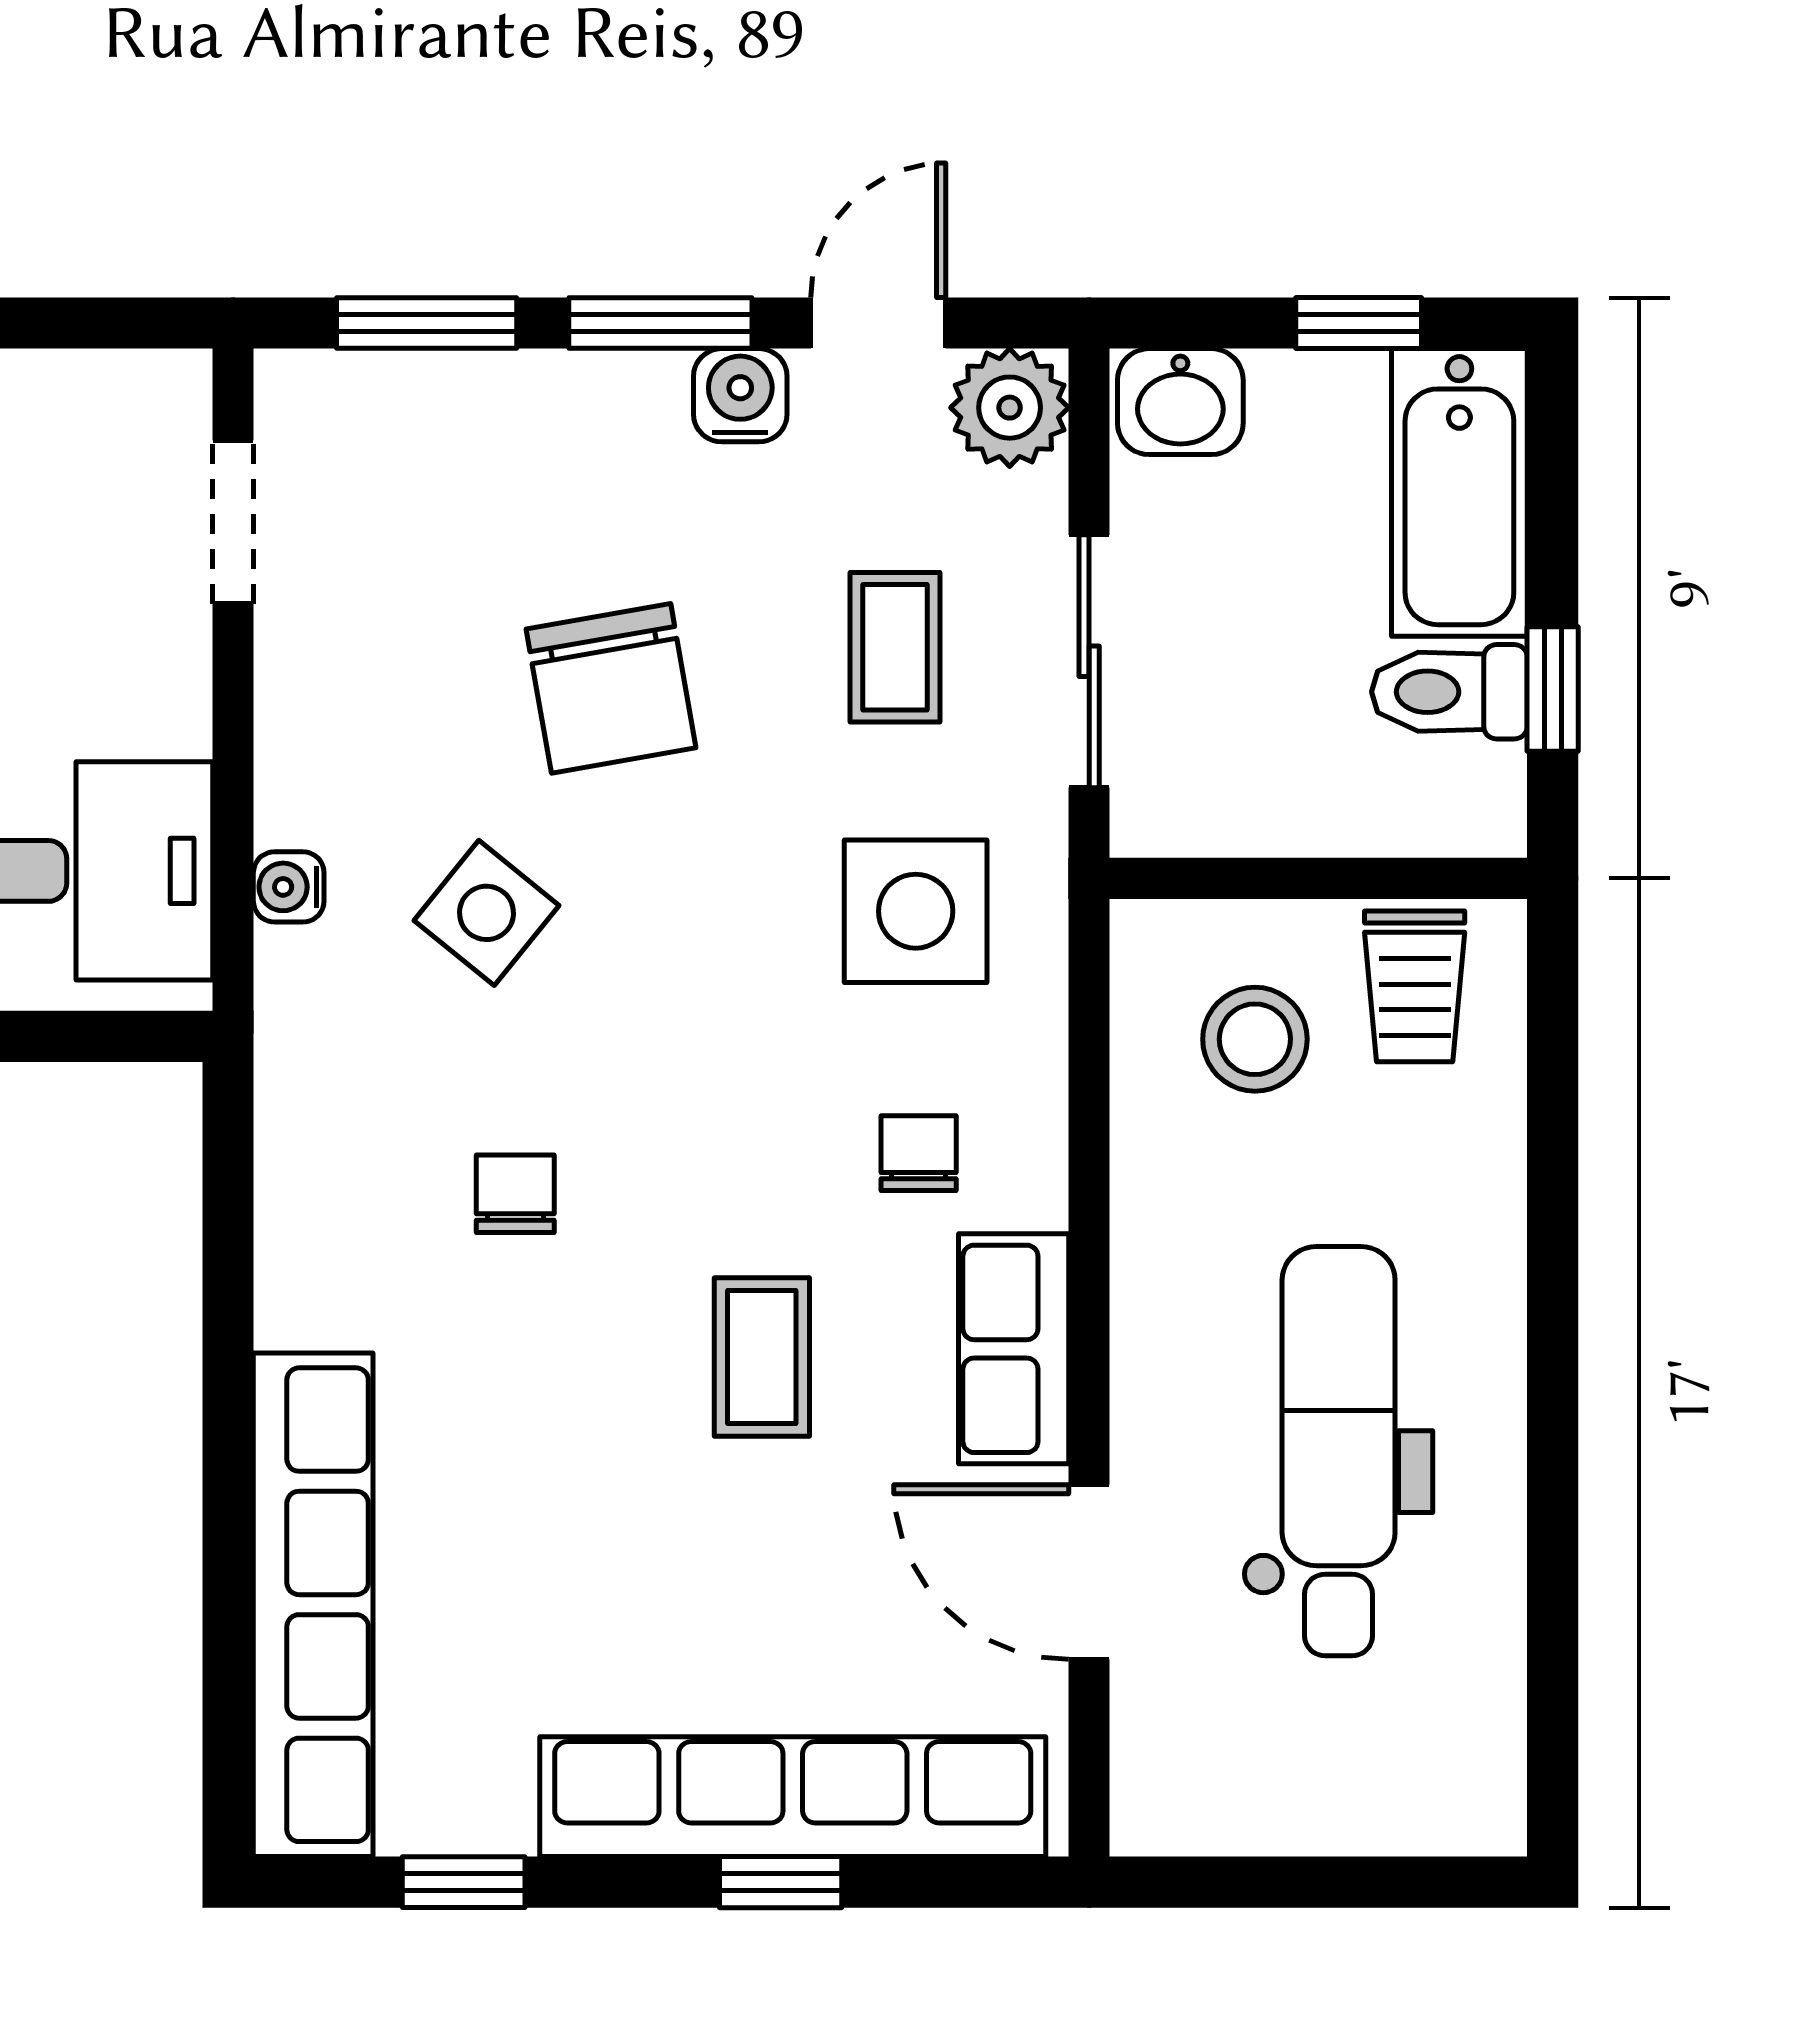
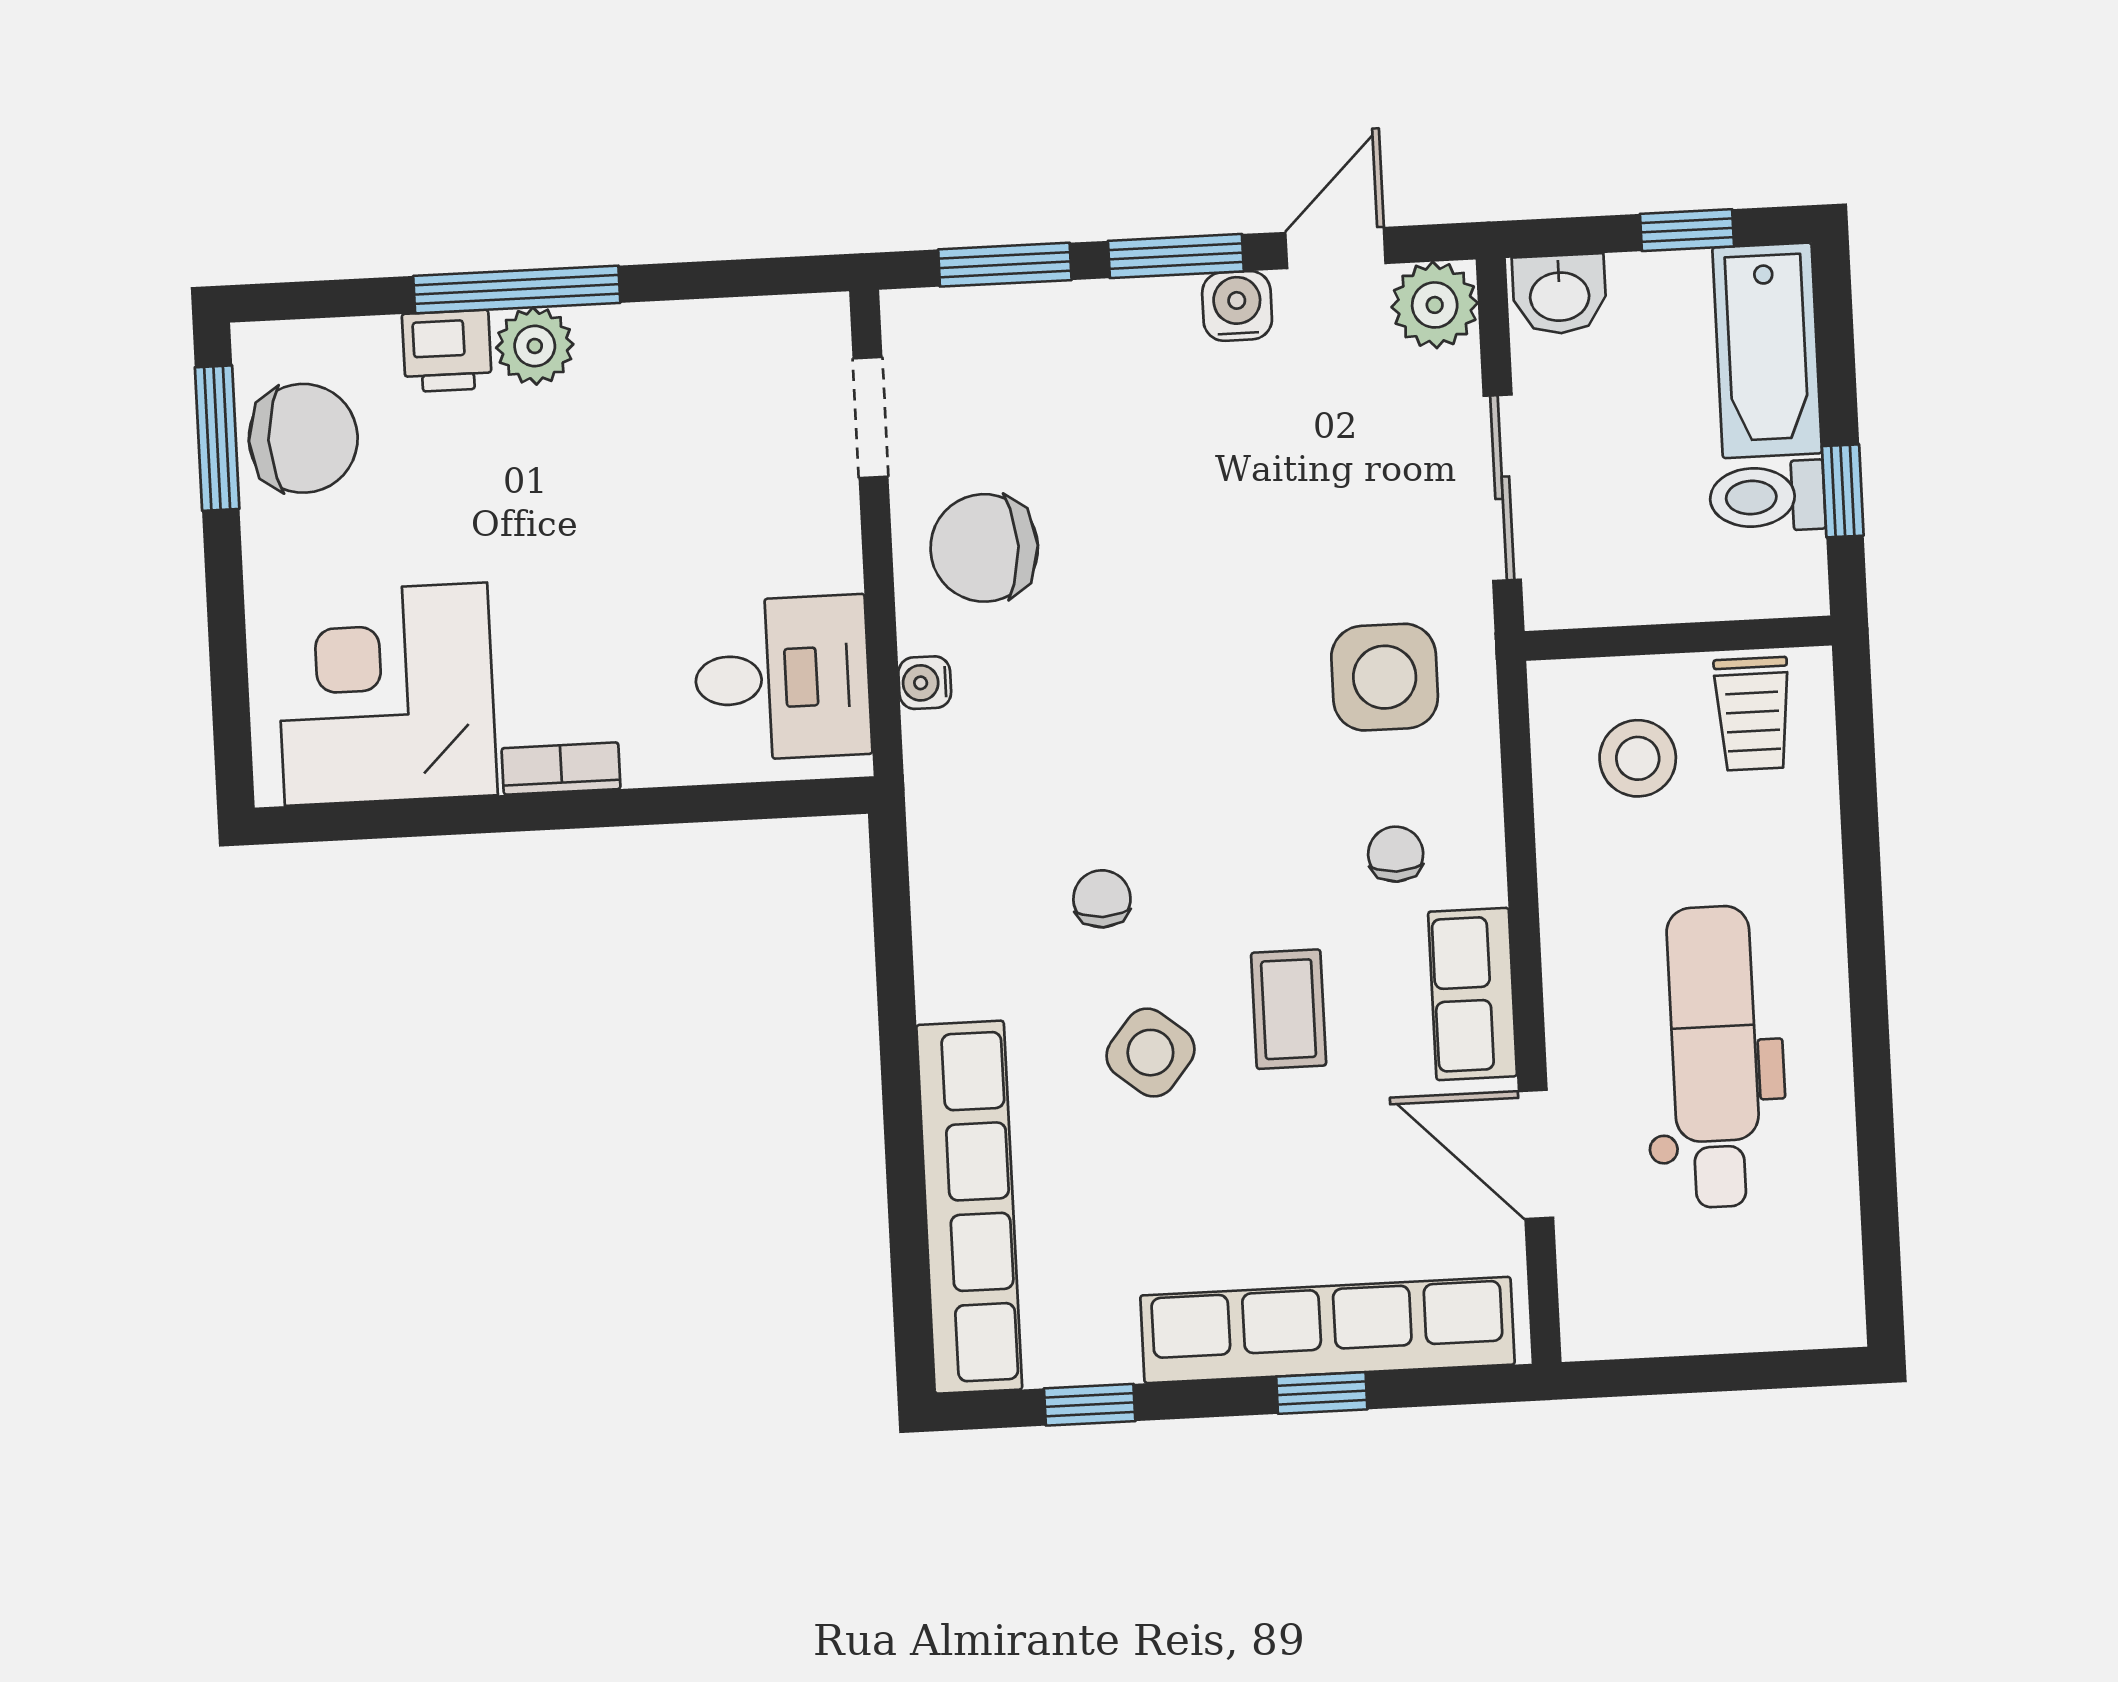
coffee table: (895, 647) -> (1360, 485), removed
chair: (611, 688) -> (984, 548), moved, turned 100
side table: (487, 913) -> (1150, 1053), moved

